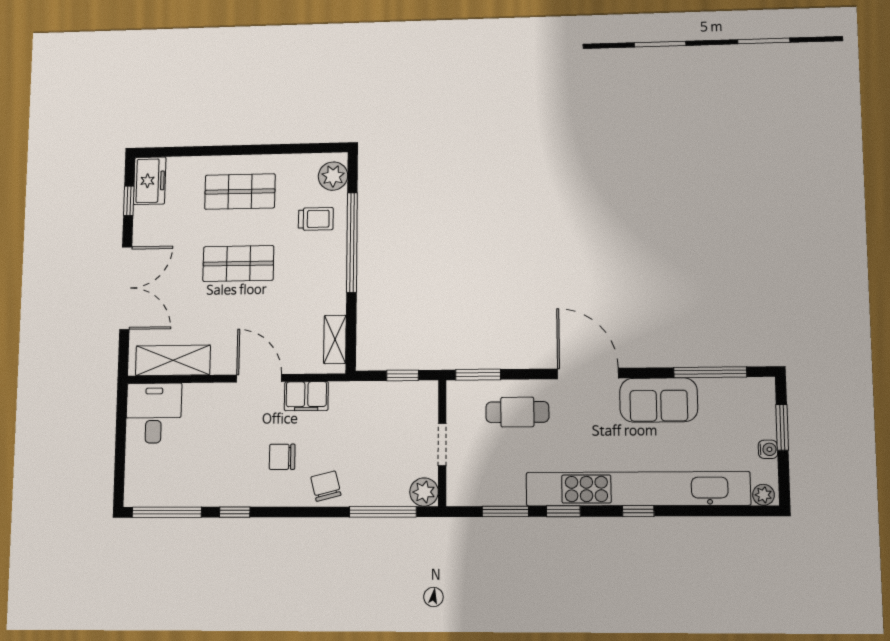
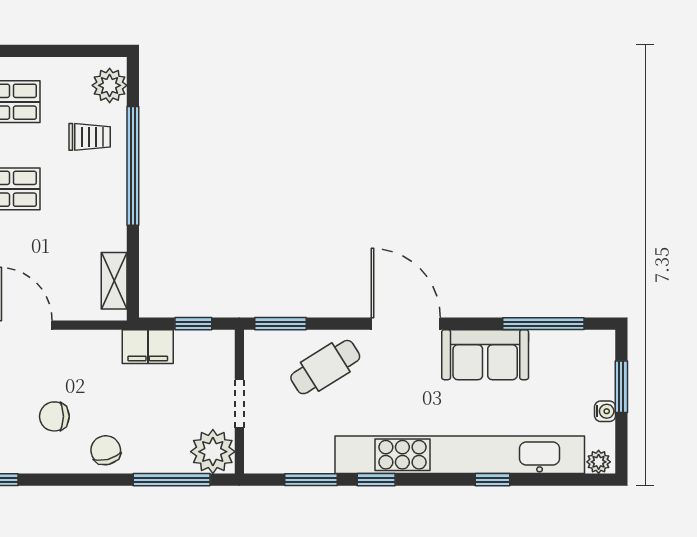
filing cabinet: (306, 396) -> (148, 347), moved
cafe table: (517, 412) -> (325, 367), turned -32
plant: (424, 492) -> (213, 452), width x1.36, depth x1.36
window: (638, 511) -> (493, 480), moved

